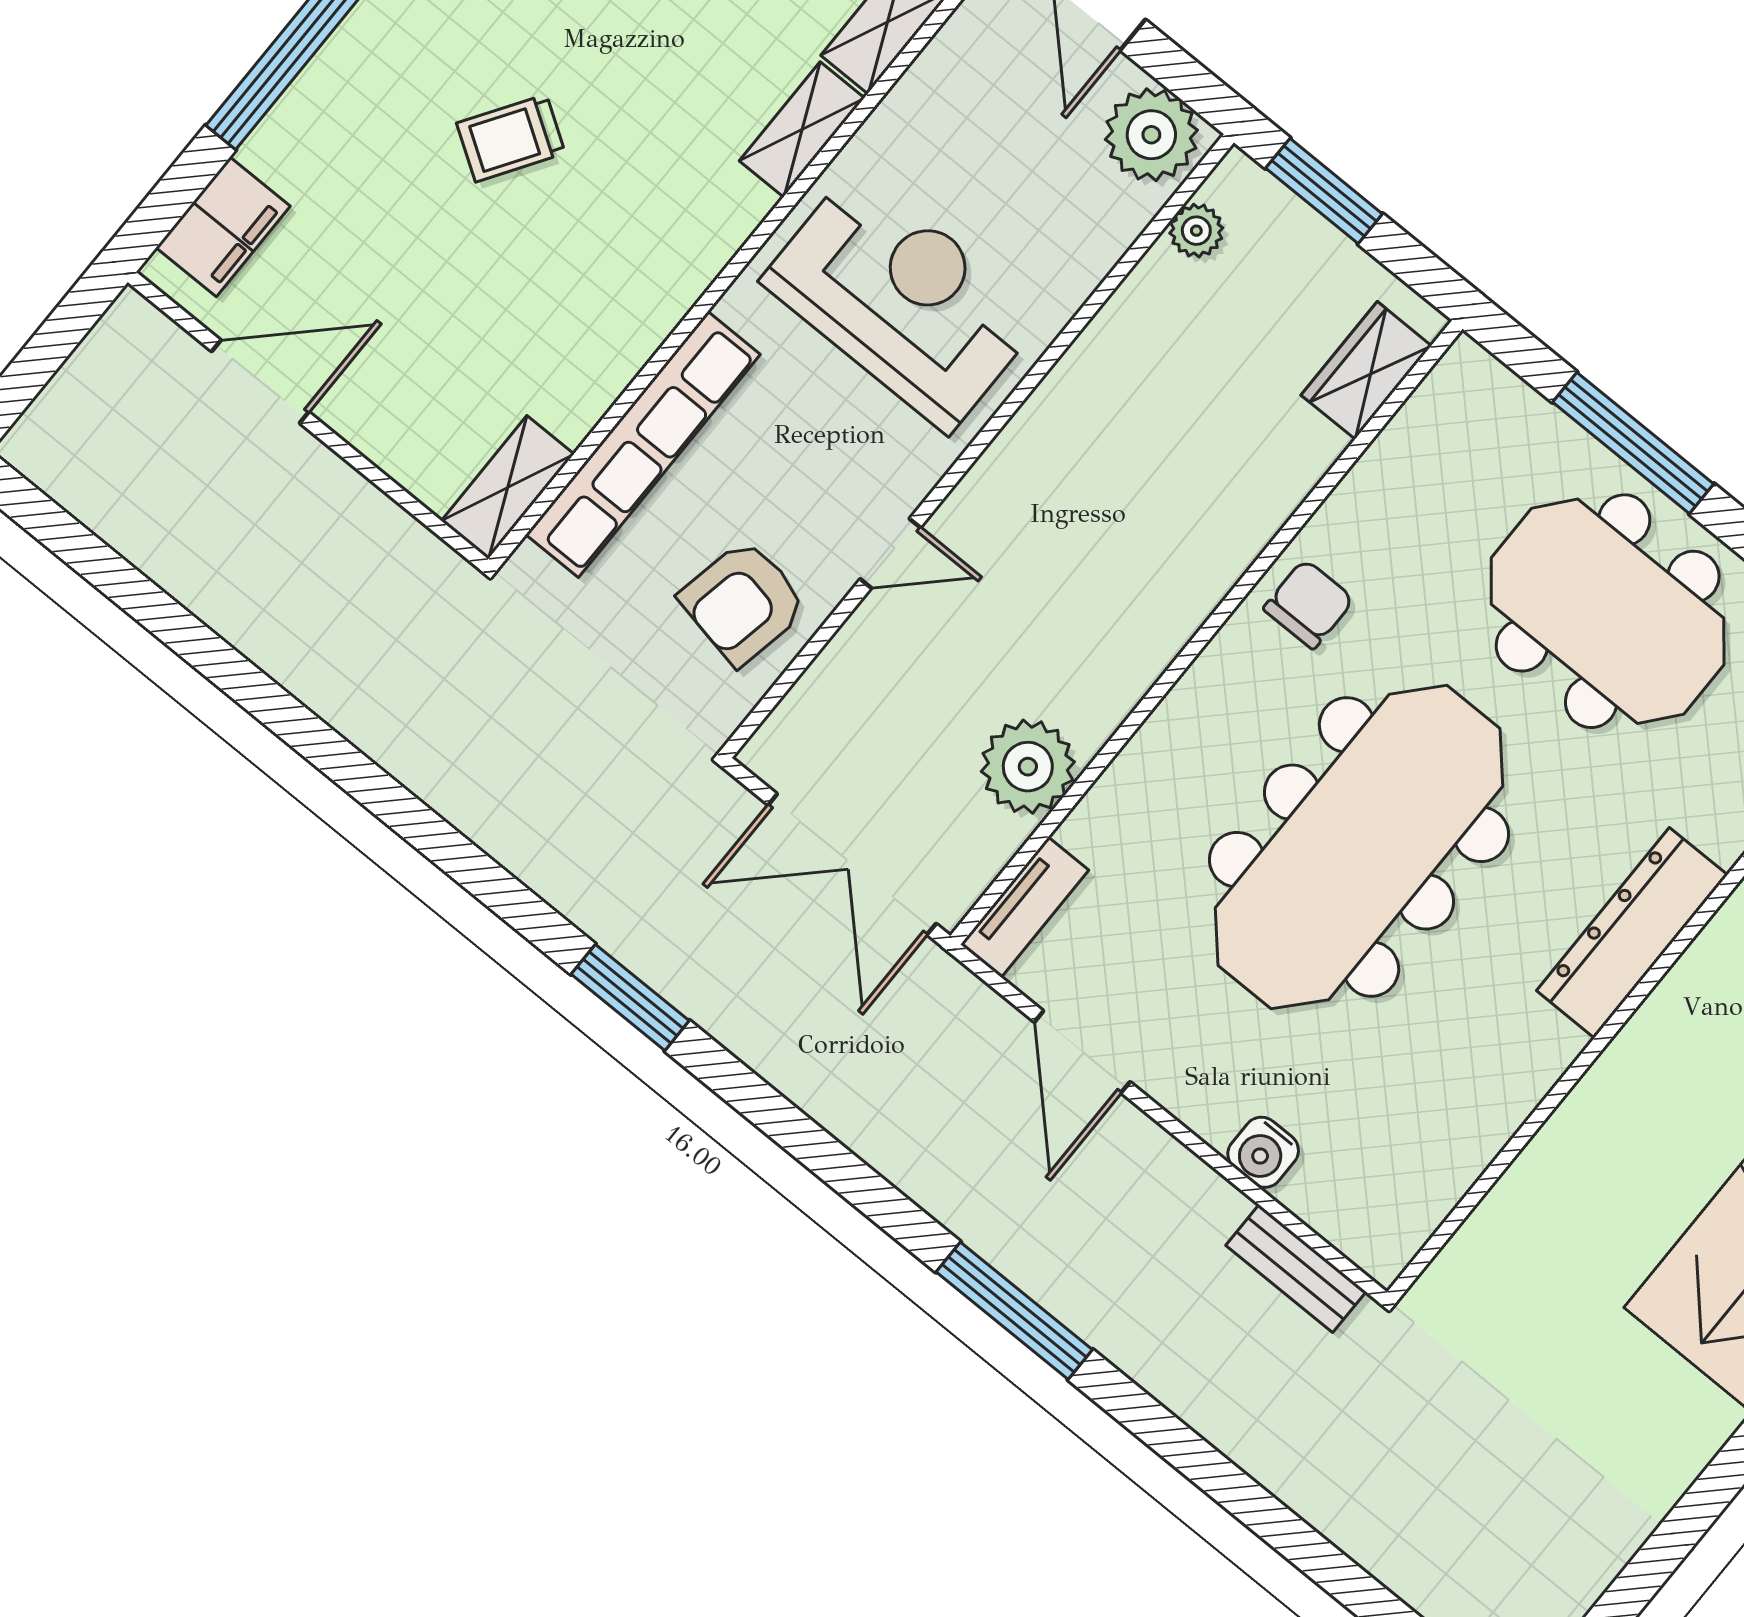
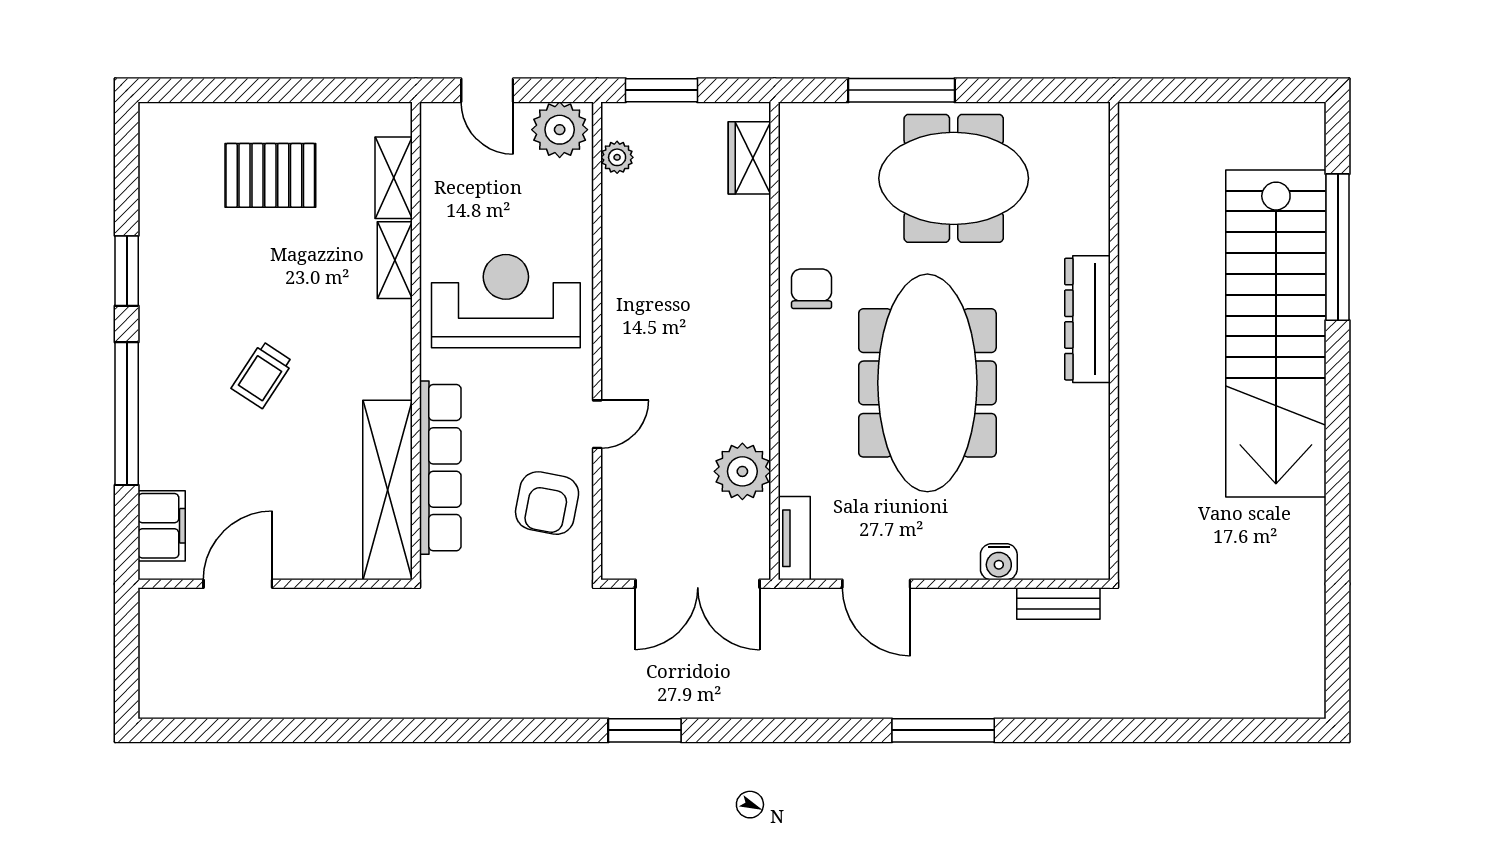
shelving: (508, 487) -> (387, 490), width x2.20, depth x1.33

